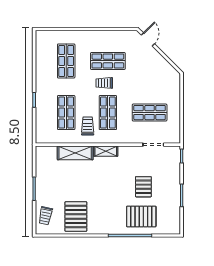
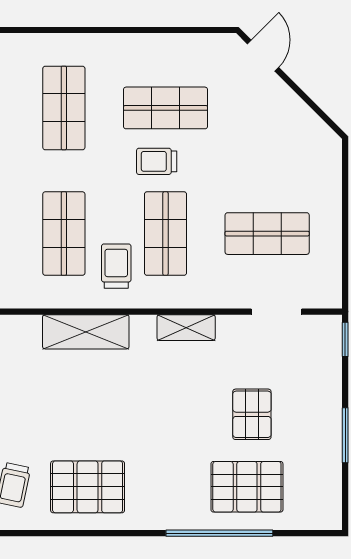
shelving: (106, 151) -> (186, 328), moved
pallet: (76, 217) -> (88, 487), turned 90

